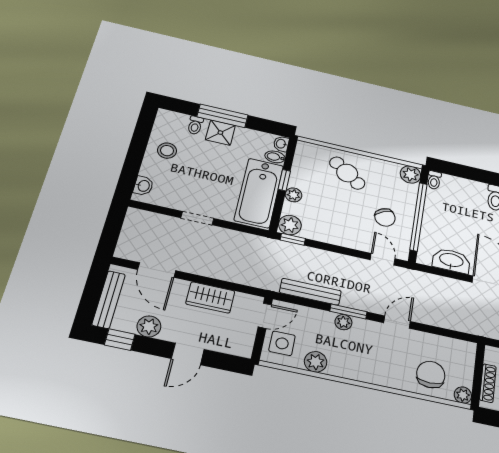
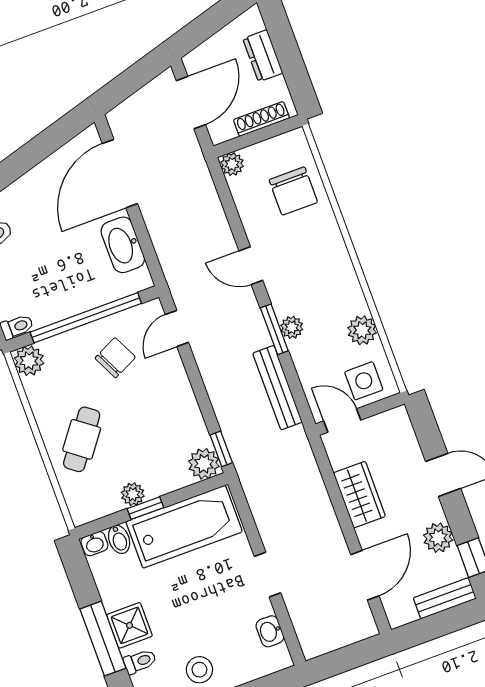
washbasin: (143, 186) -> (270, 631), moved, turned -90
plant: (293, 195) -> (133, 494), moved
bench: (109, 299) -> (445, 598), width x0.73
chair: (431, 375) -> (293, 191), turned -90
plant: (463, 395) -> (232, 164), moved

